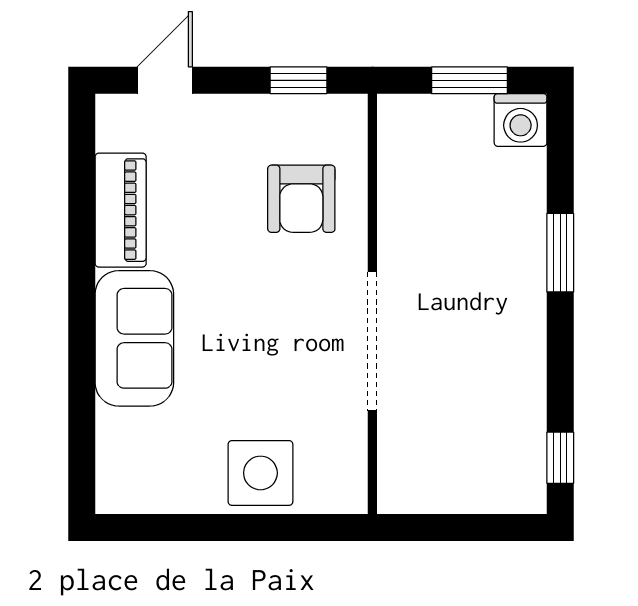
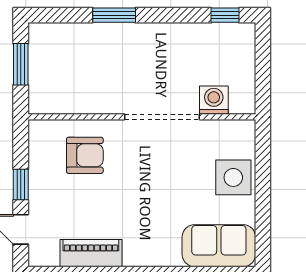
window: (298, 80) -> (21, 185), moved
washing machine: (521, 120) -> (214, 100), moved, turned -90
sofa: (134, 338) -> (219, 246), moved

